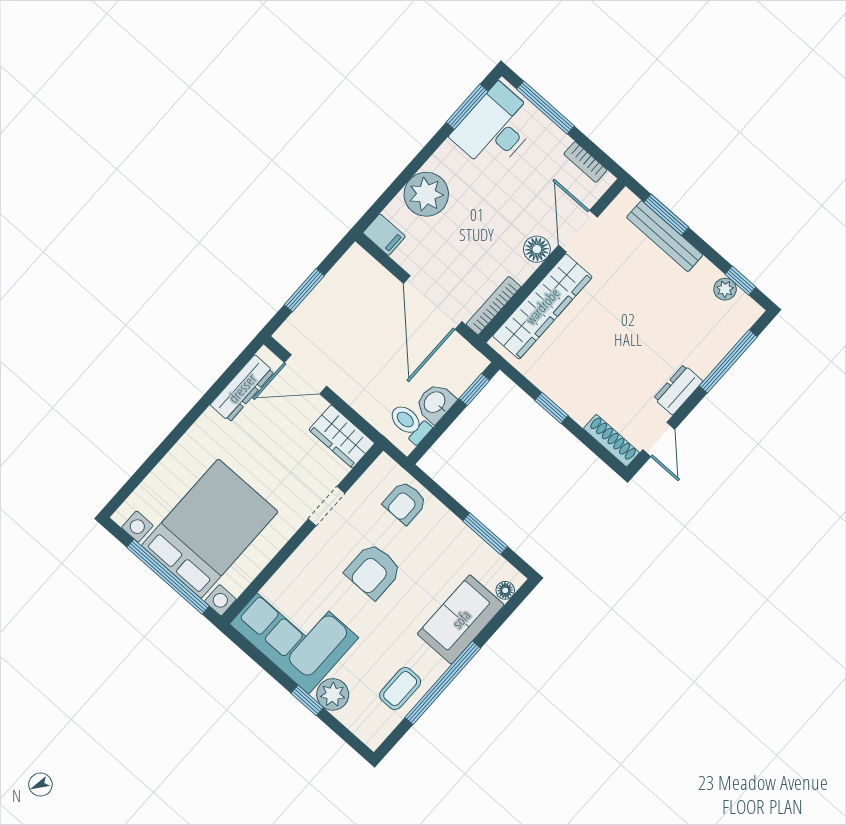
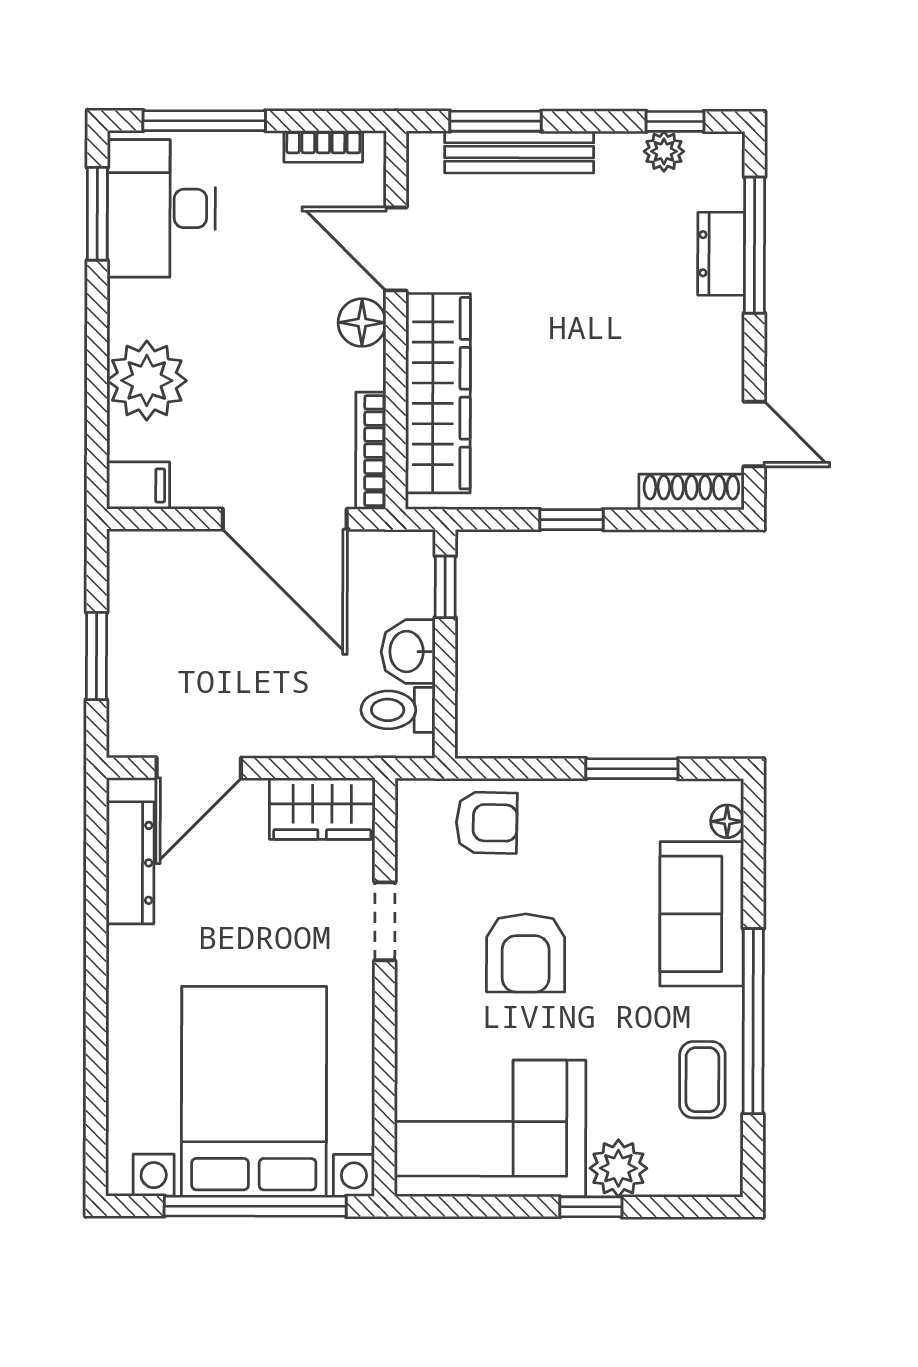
dresser: (678, 390) -> (721, 254), moved
armchair: (405, 503) -> (487, 823), turned -89

